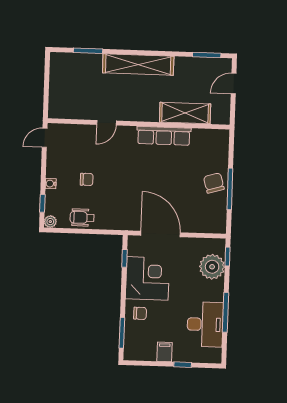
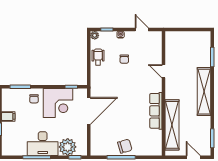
shelving: (185, 113) -> (172, 125), width x1.47
door: (45, 138) -> (142, 29), moved
desk: (205, 324) -> (43, 144), moved

